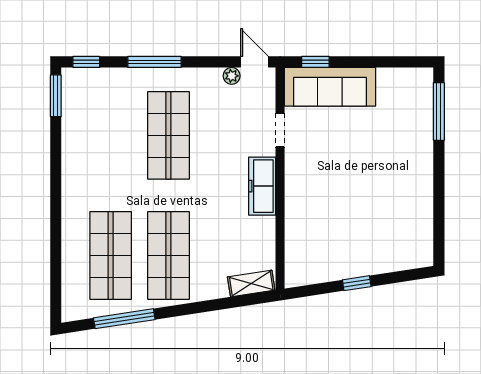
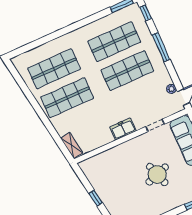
shop shelf: (111, 135) -> (114, 42), added
round table: (363, 163) -> (157, 175), added
freezer: (262, 186) -> (123, 129), width x0.71
window: (124, 319) -> (25, 90), removed

